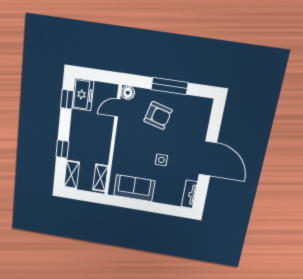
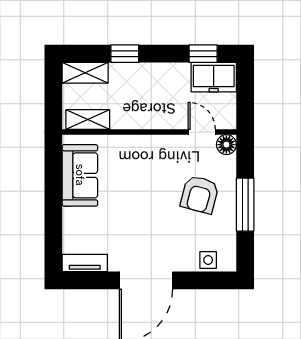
side table: (161, 160) -> (208, 260), moved

